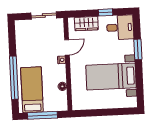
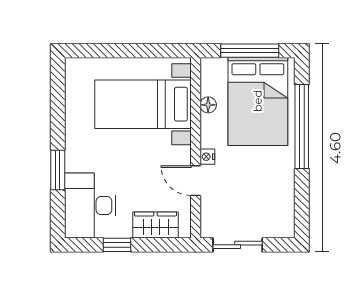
desk: (120, 27) -> (90, 206), width x1.37
door: (67, 47) -> (196, 181), hinge flipped
bed with nightstands: (111, 77) -> (143, 104), moved, turned 180
bed: (32, 90) -> (258, 101), width x1.50

